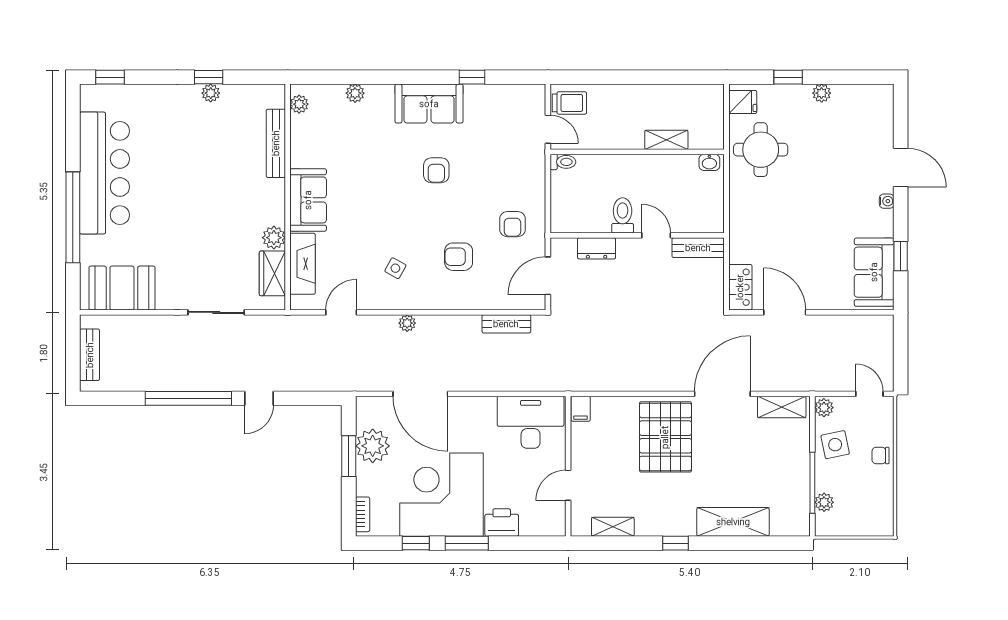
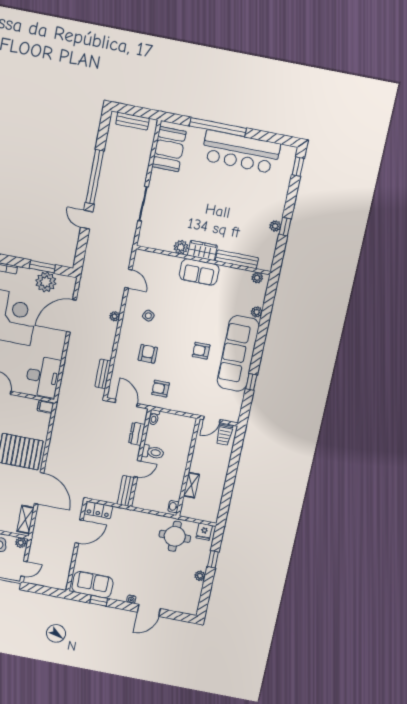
sofa: (429, 104) -> (238, 353), width x1.85, depth x1.27
toilet: (563, 162) -> (154, 417), moved
fireplace: (303, 264) -> (162, 261), removed
wardrobe: (272, 273) -> (202, 250), moved

